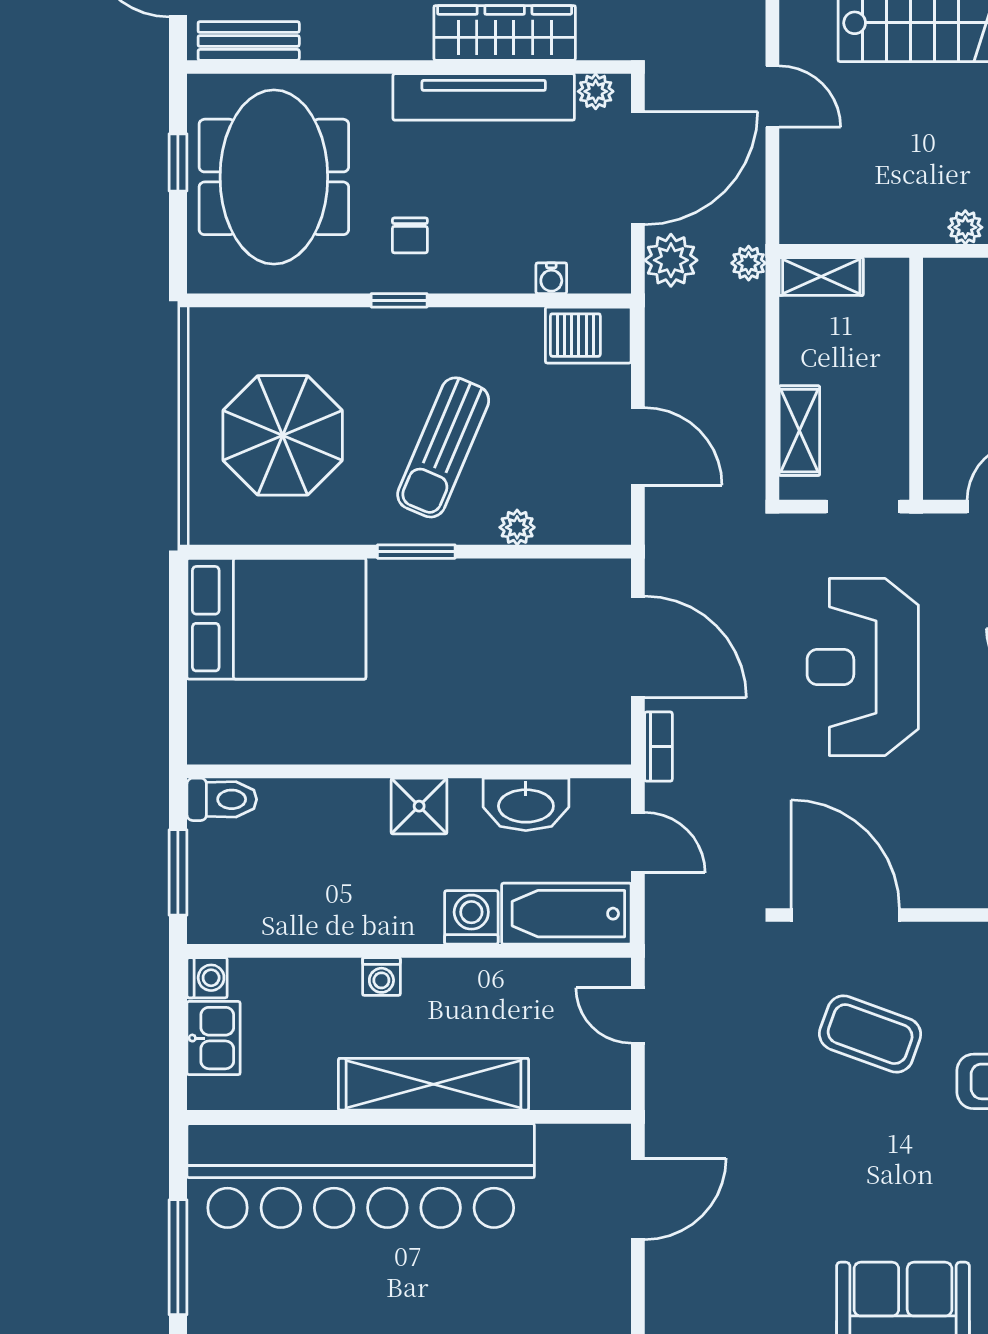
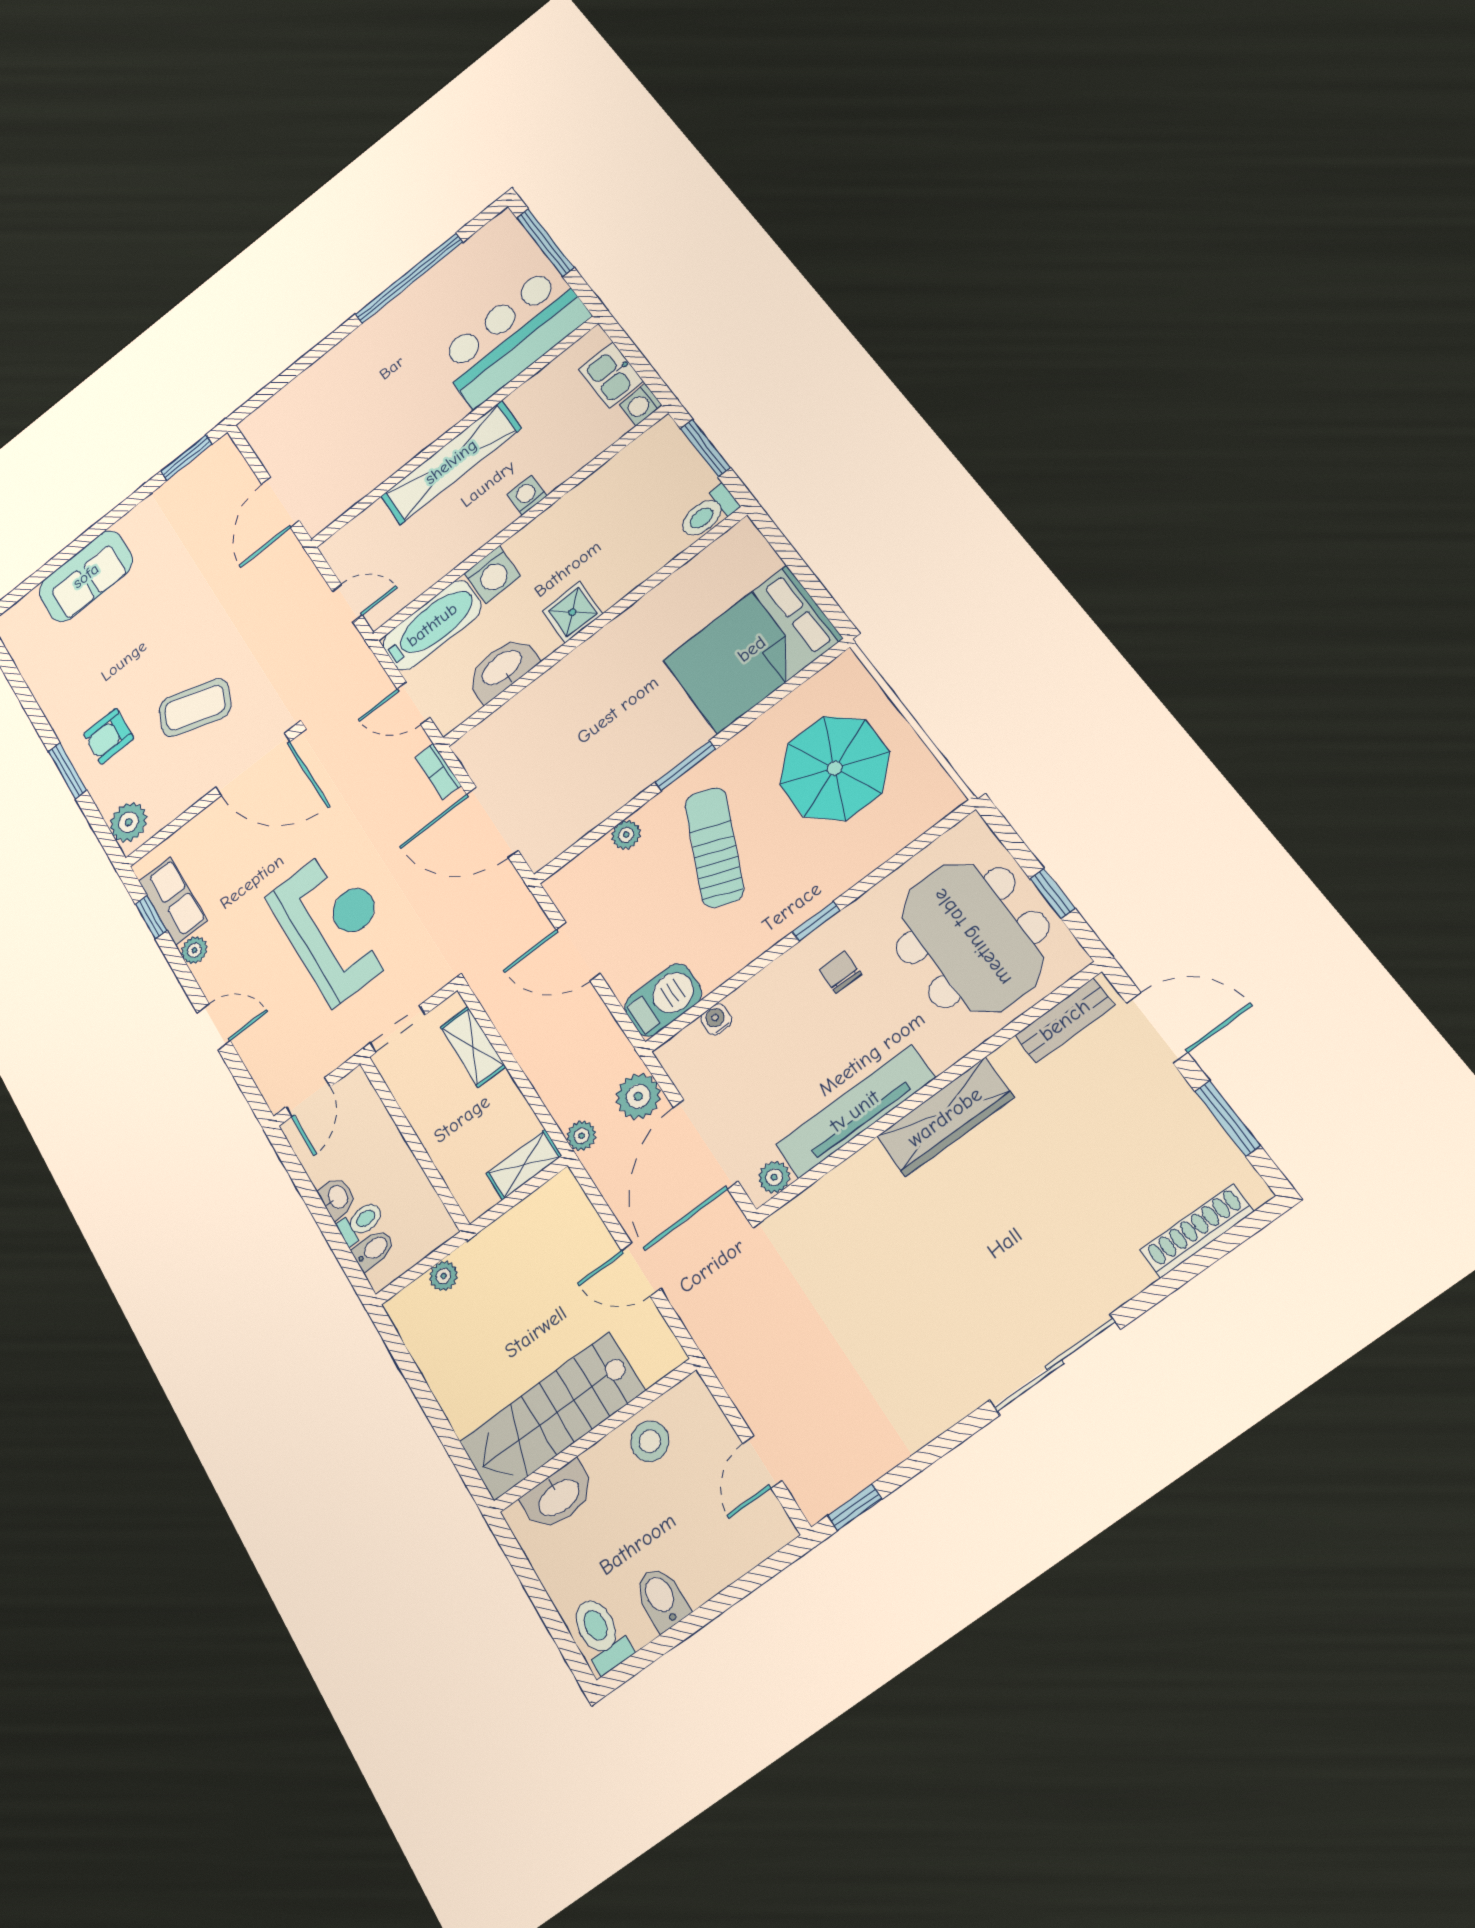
wardrobe: (505, 33) -> (945, 1117), moved
bar counter: (361, 1176) -> (512, 336), width x0.54

